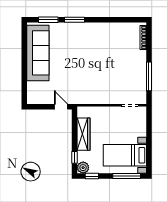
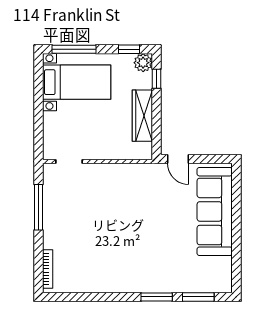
sofa: (38, 53) -> (215, 211), moved

